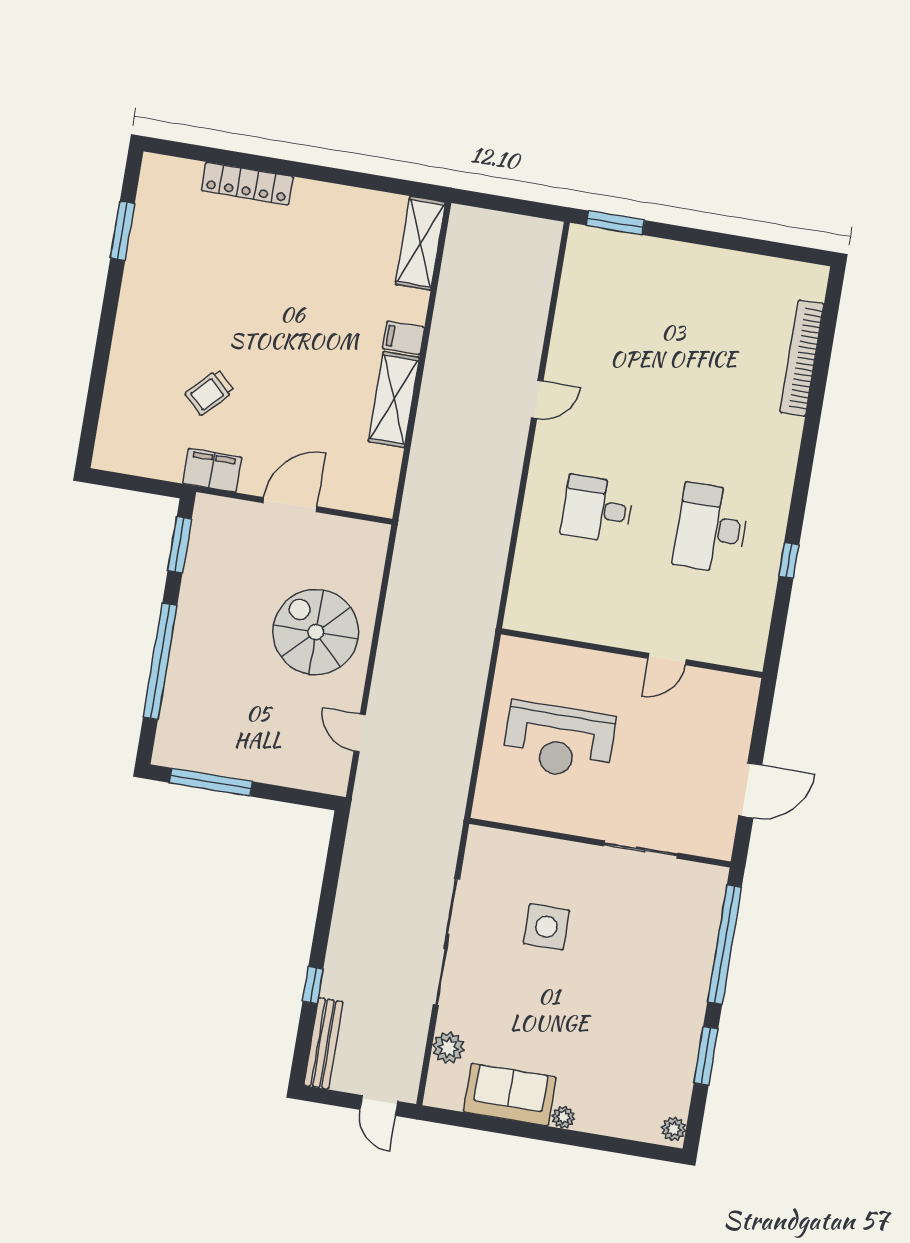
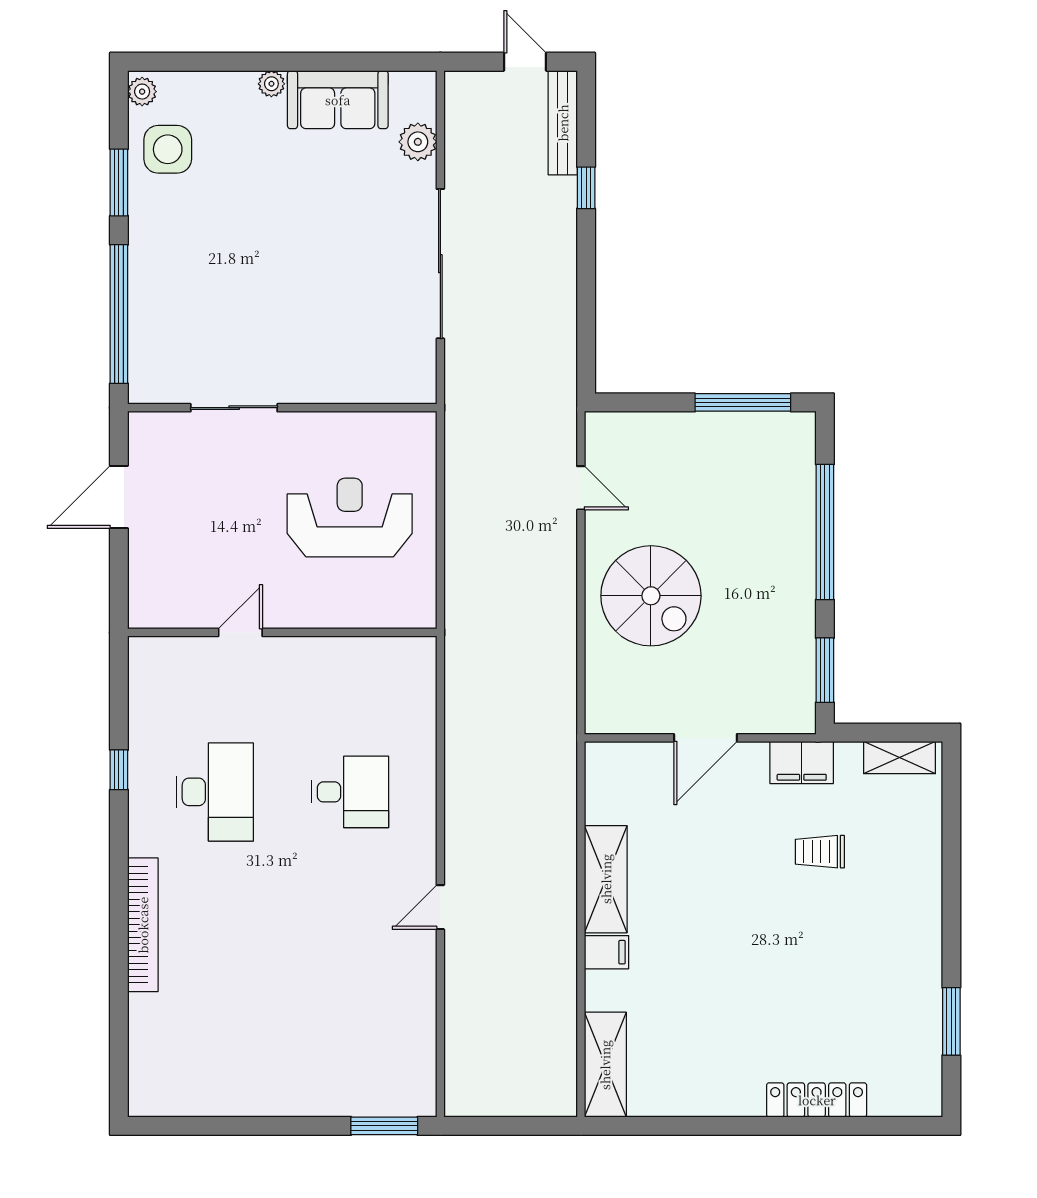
bookcase: (802, 358) -> (143, 925), moved
trolley: (209, 393) -> (820, 852), turned -134
shelving: (129, 461) -> (900, 758), added
side table: (546, 927) -> (168, 149), moved
door: (379, 1105) -> (525, 62), moved

